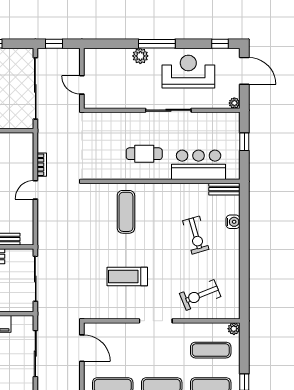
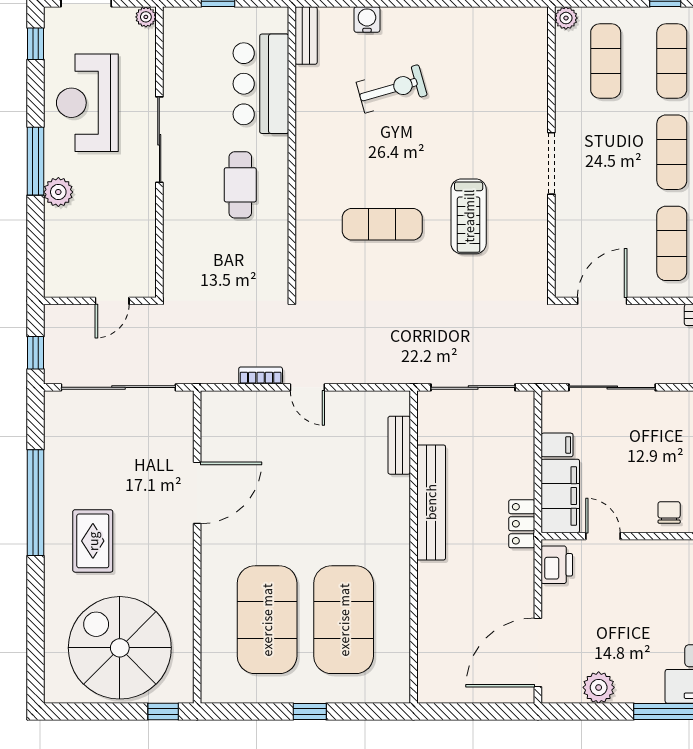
exercise mat: (126, 212) -> (382, 224), moved
exercise bike: (200, 295) -> (503, 81), removed

